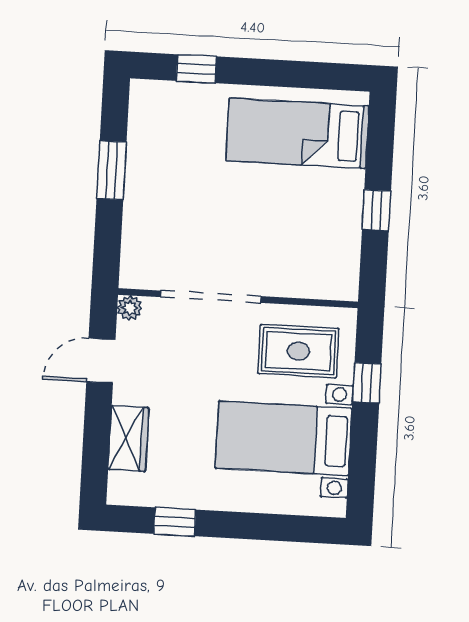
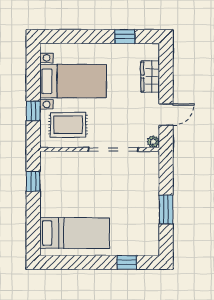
window: (376, 210) -> (33, 181), moved

